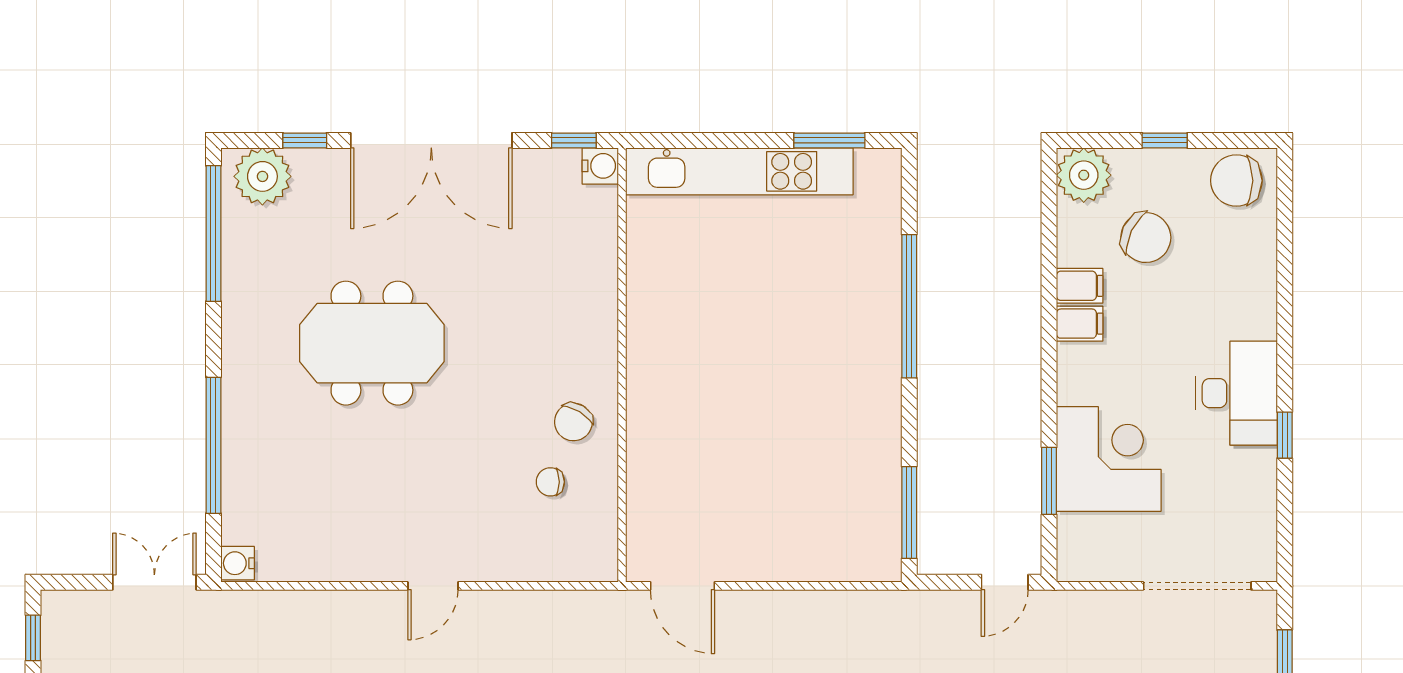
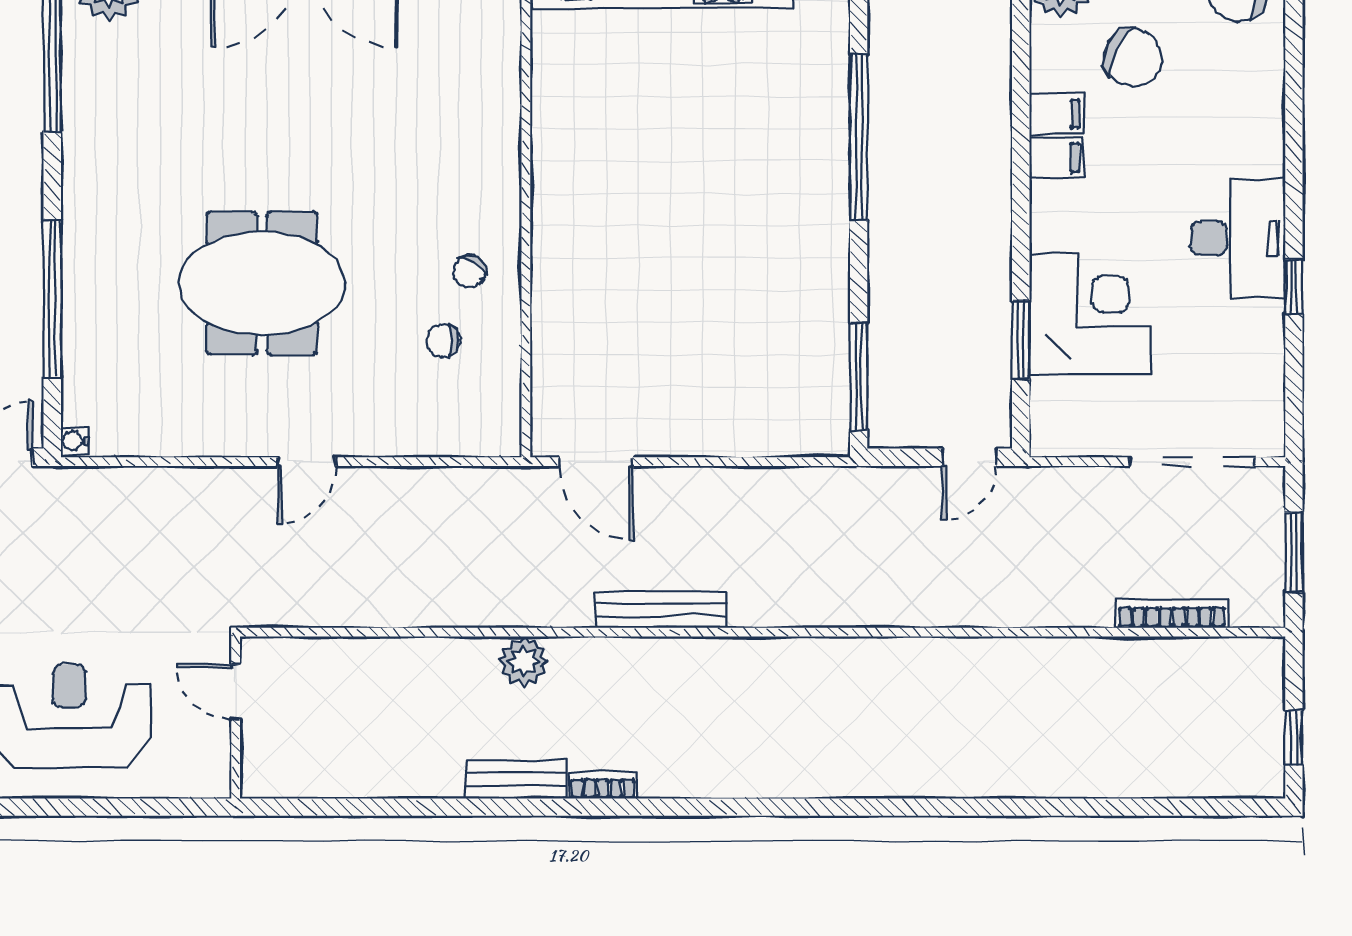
meeting table: (372, 343) -> (262, 283), moved
chair: (573, 422) -> (470, 272), width x0.73, depth x0.73
water cooler: (238, 563) -> (75, 441), width x0.72, depth x0.72

